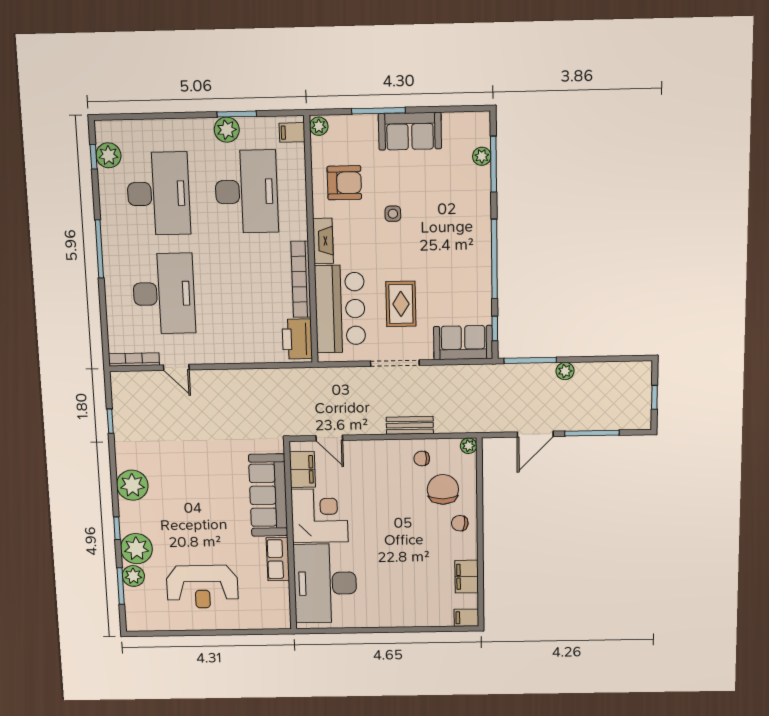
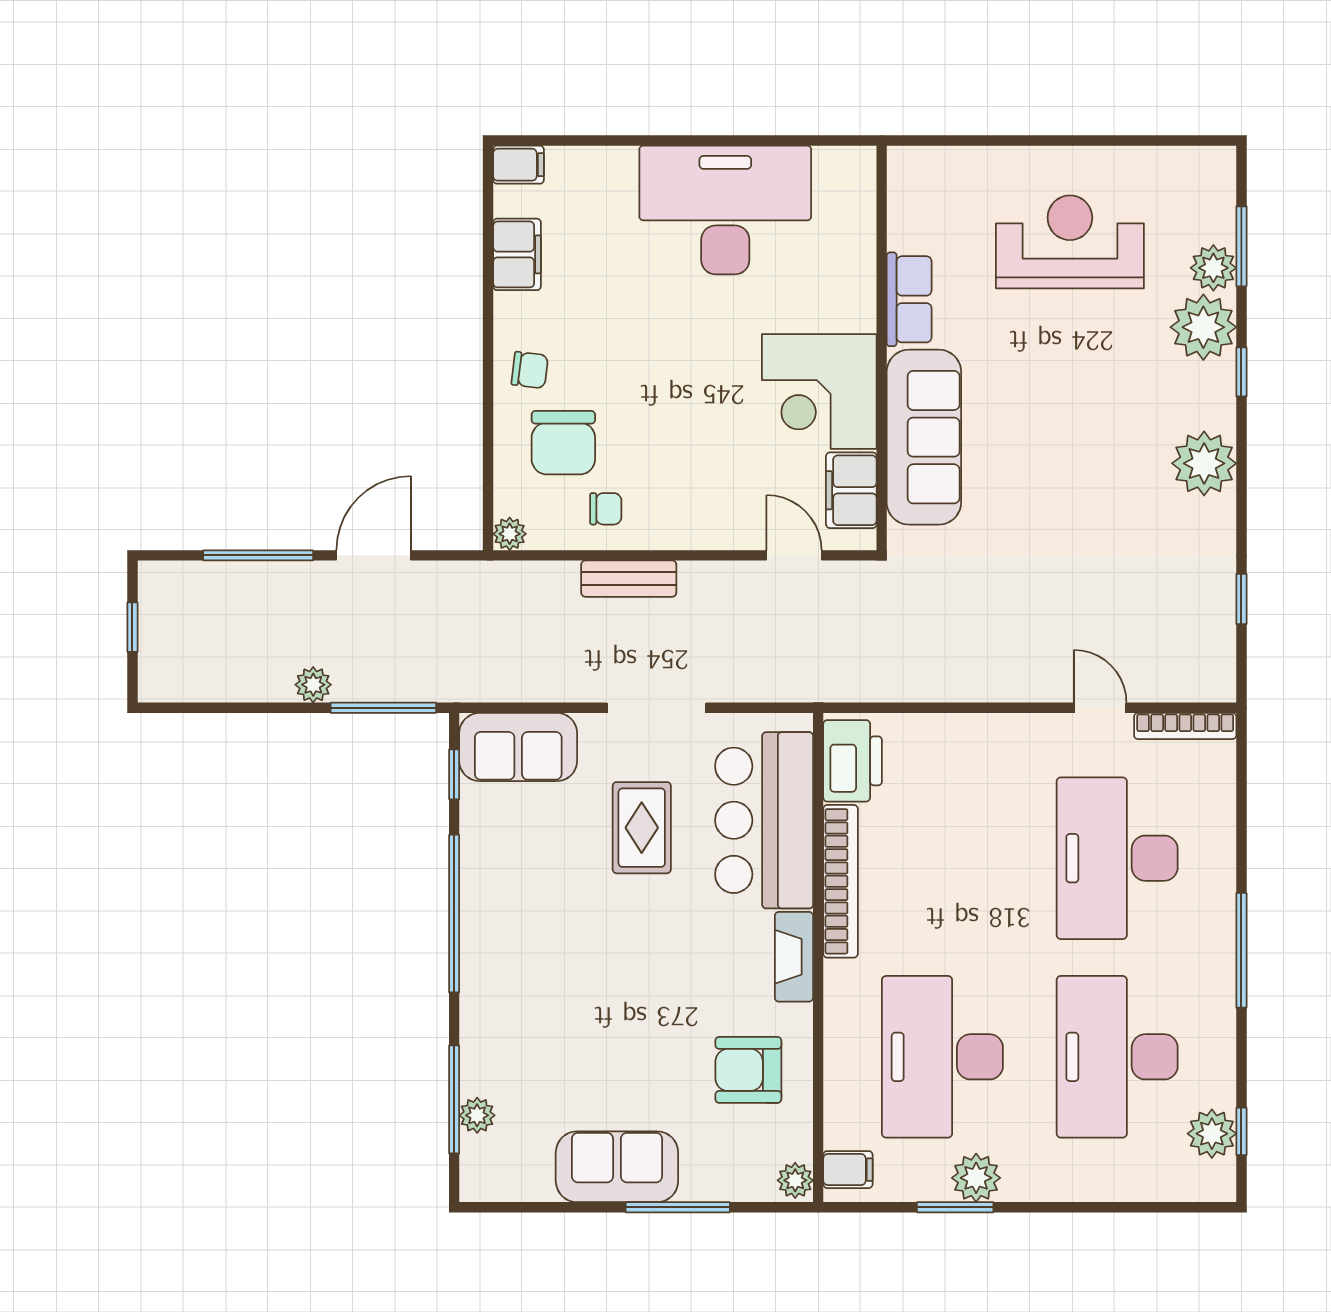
side table: (393, 214) -> (654, 1007), removed
desk: (325, 583) -> (725, 210), moved, turned -90

